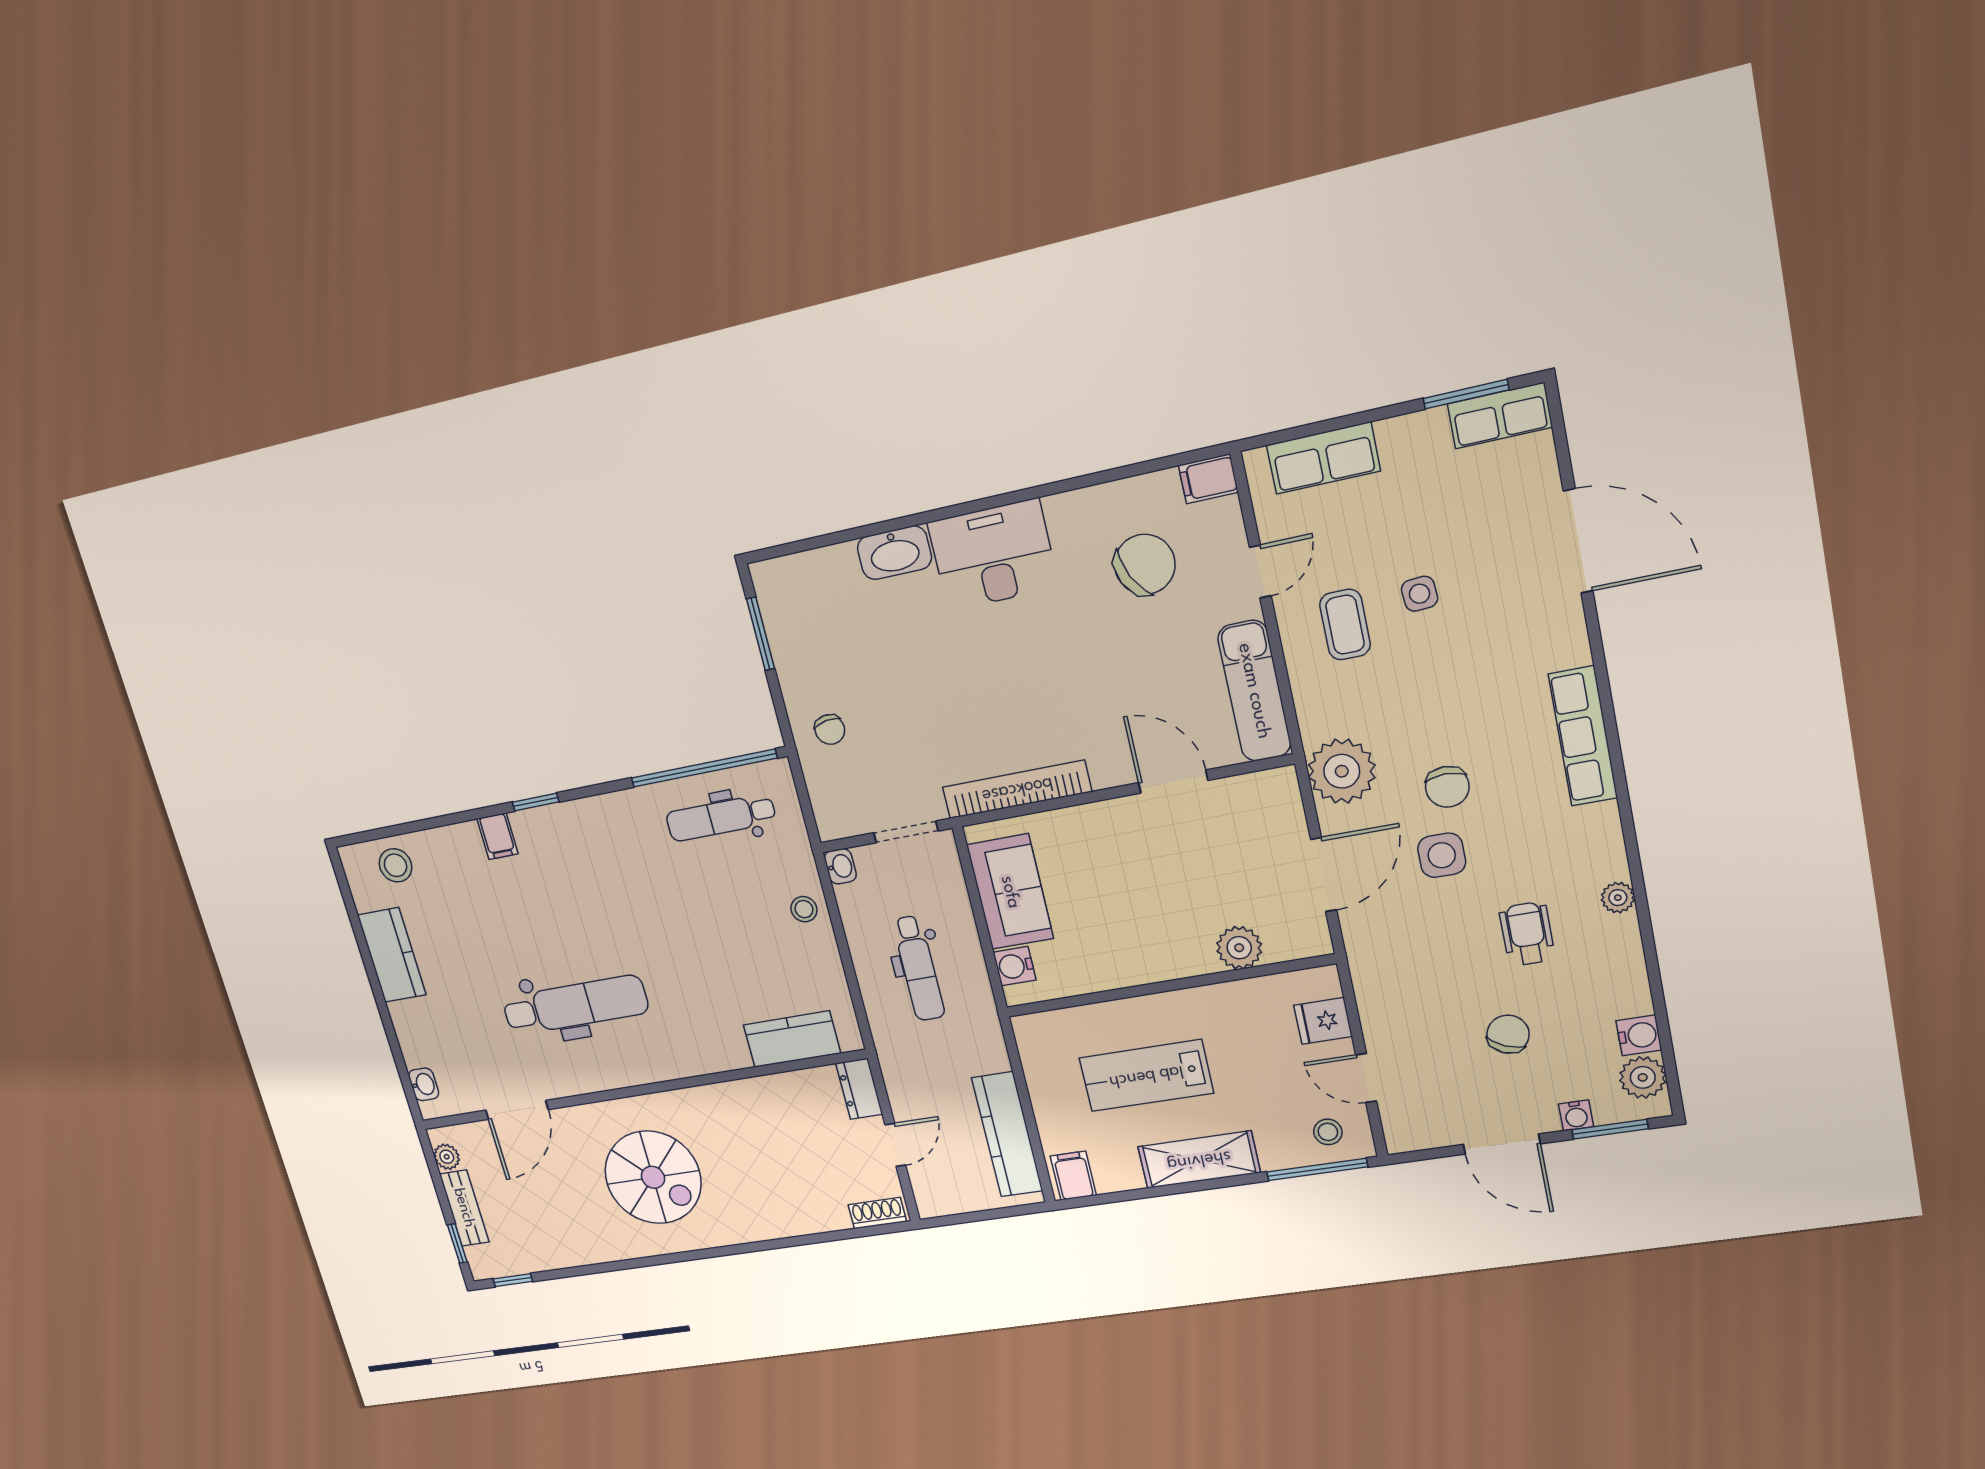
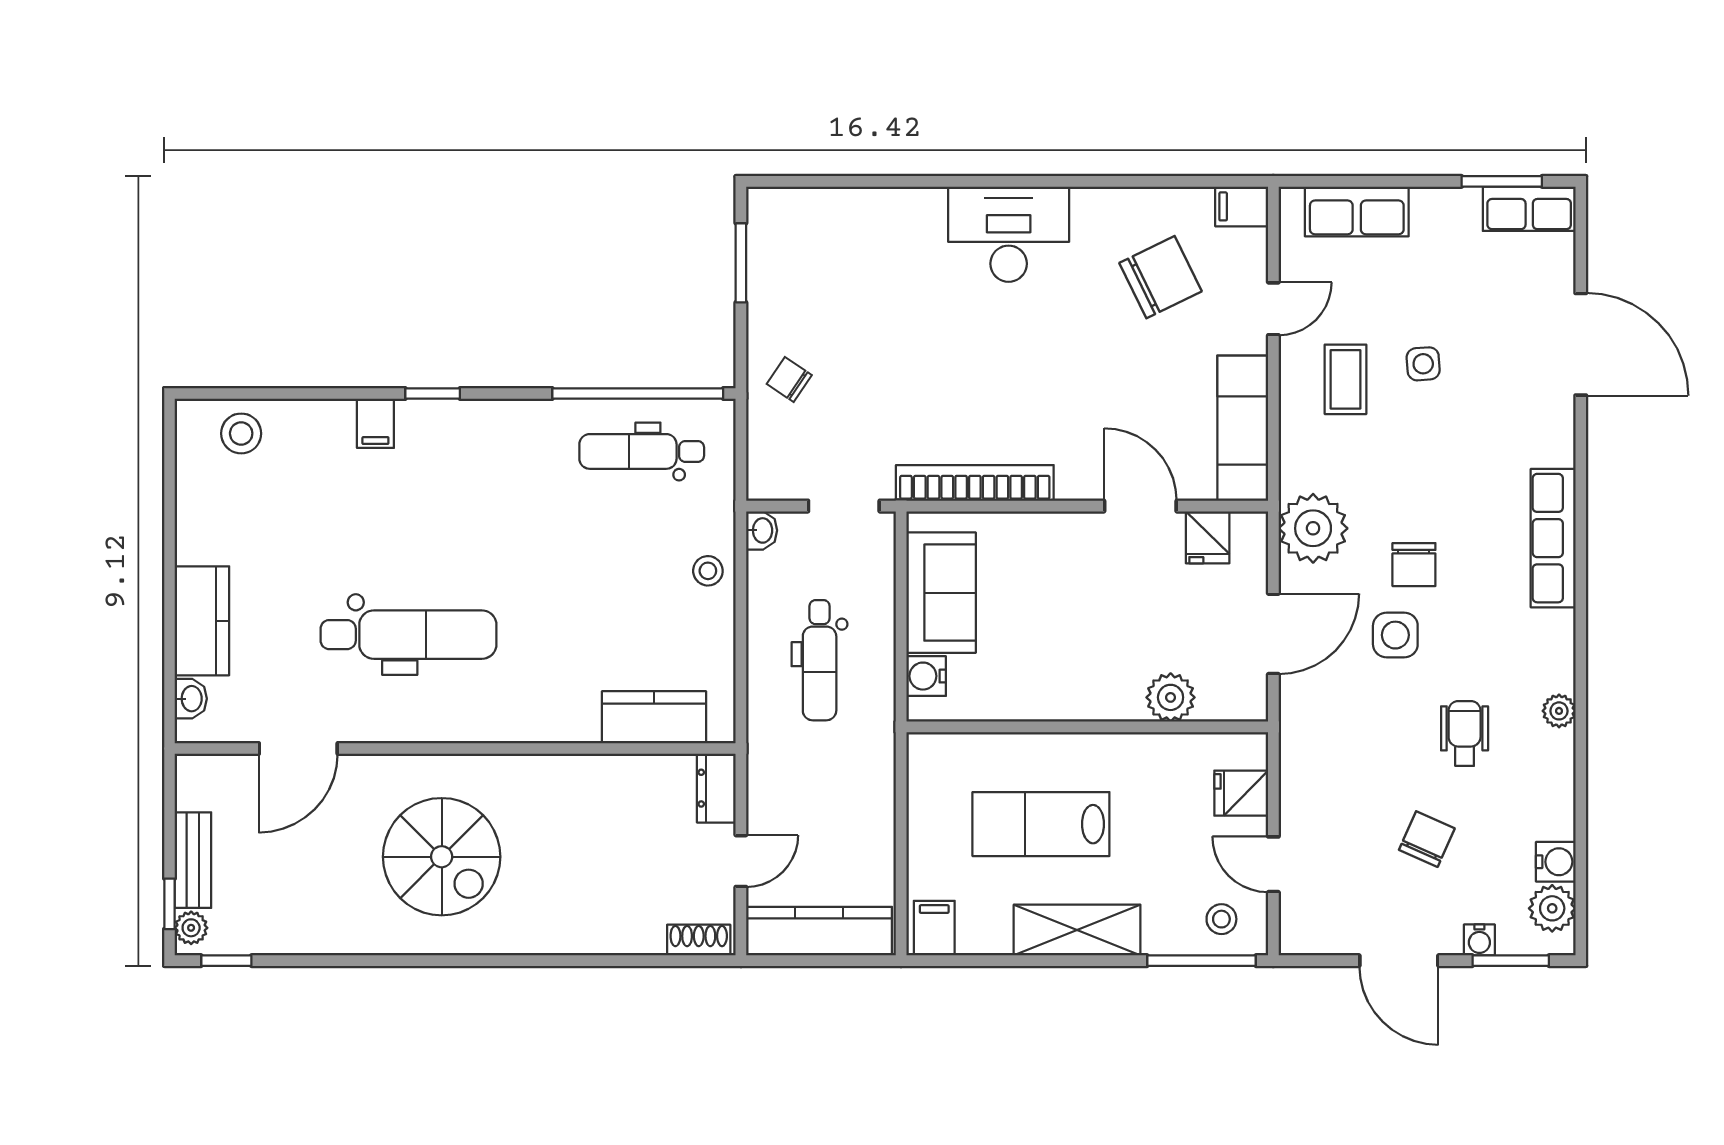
washbasin: (894, 553) -> (907, 210), removed
chair: (830, 730) -> (789, 379), turned 133
fridge: (1243, 798) -> (1208, 537), added
kitchen counter: (392, 955) -> (202, 621), moved
kitchen counter: (1007, 1134) -> (819, 931), moved, turned 90
plant: (447, 1157) -> (191, 928), moved

